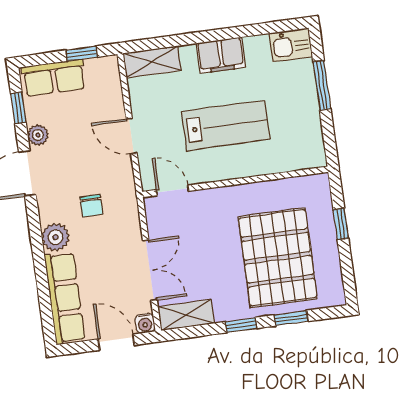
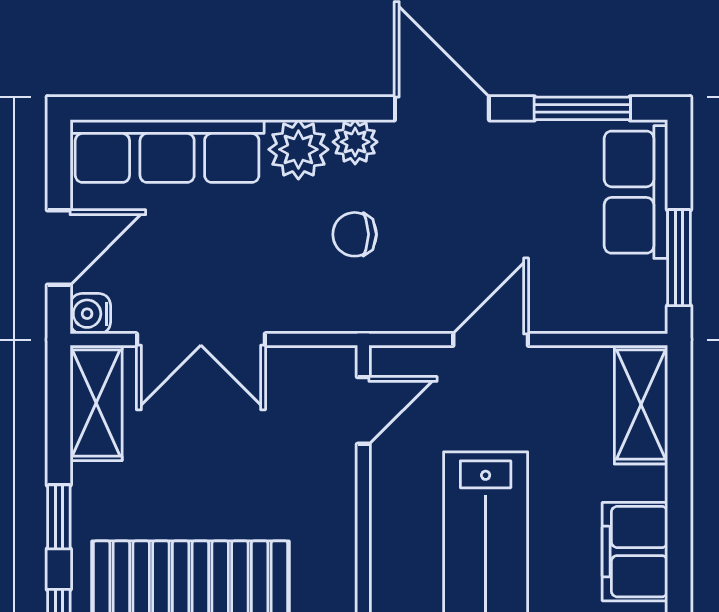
window: (82, 54) -> (679, 258), width x1.50
window: (18, 108) -> (582, 108), width x1.50
plant: (38, 135) -> (355, 142), moved

